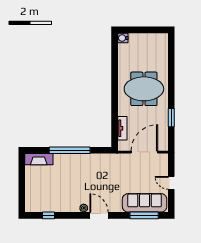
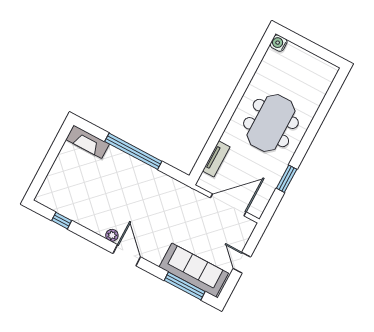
meeting table: (144, 89) -> (271, 123), turned 90

